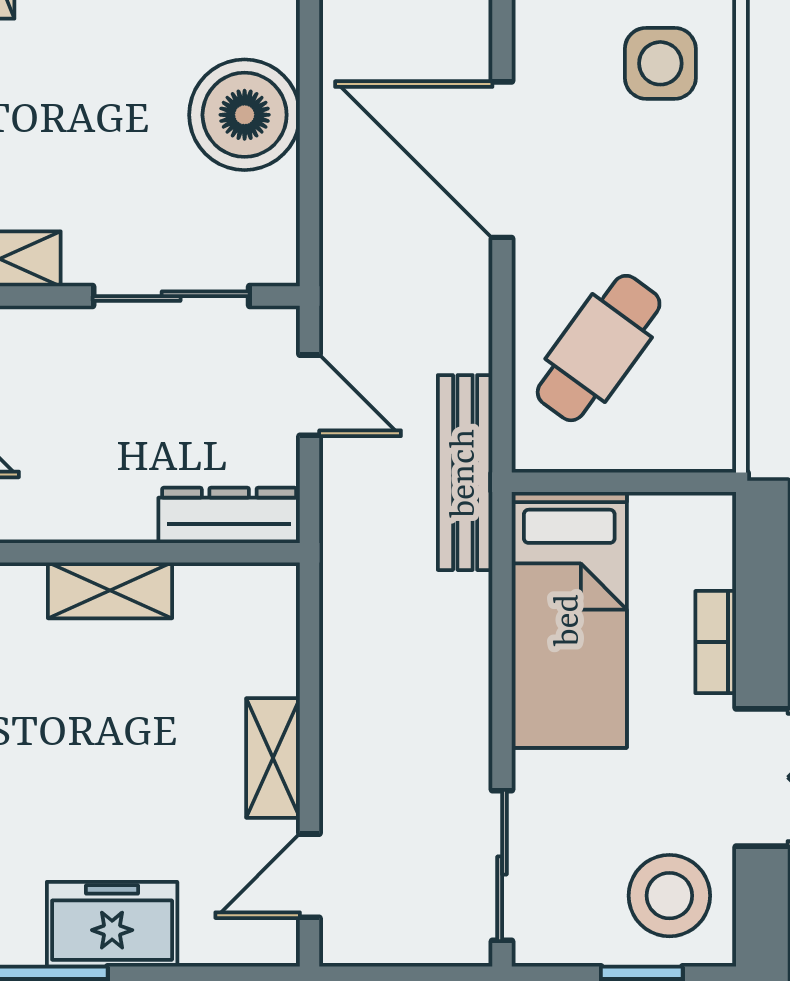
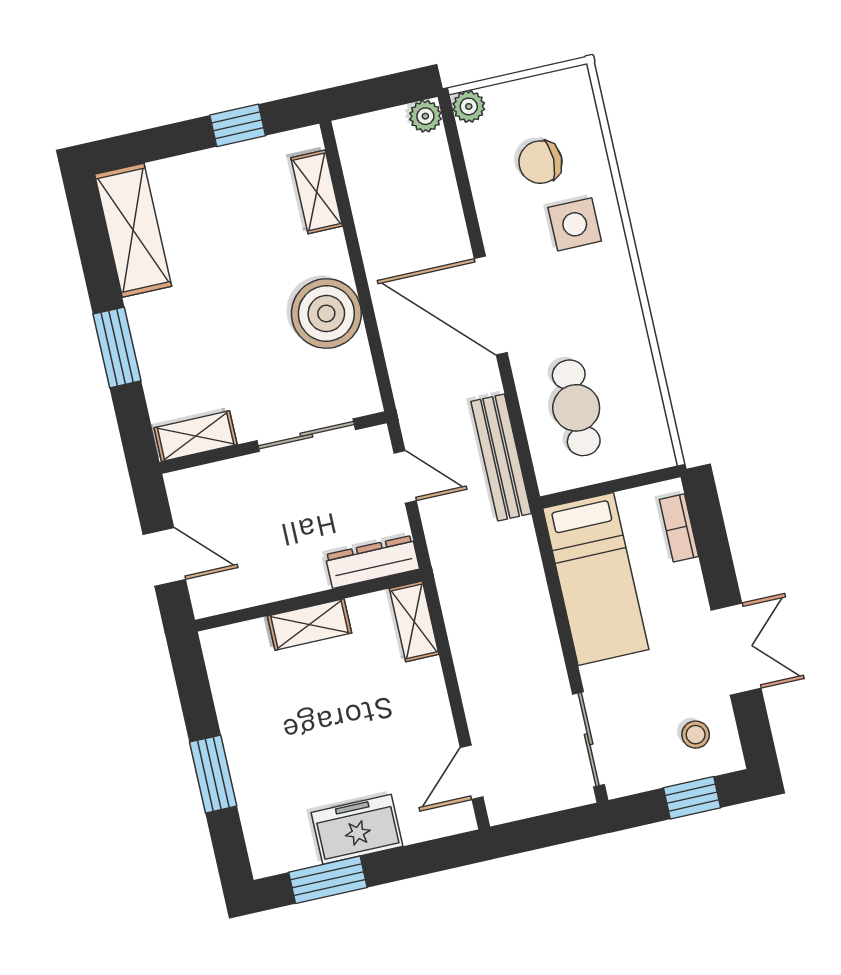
cafe table: (599, 348) -> (576, 408), turned -36
bench: (465, 473) -> (501, 457), moved
bookcase: (716, 642) -> (679, 528), moved
shelving: (273, 758) -> (414, 621), moved
stool: (669, 896) -> (696, 735), width x0.53, depth x0.53

